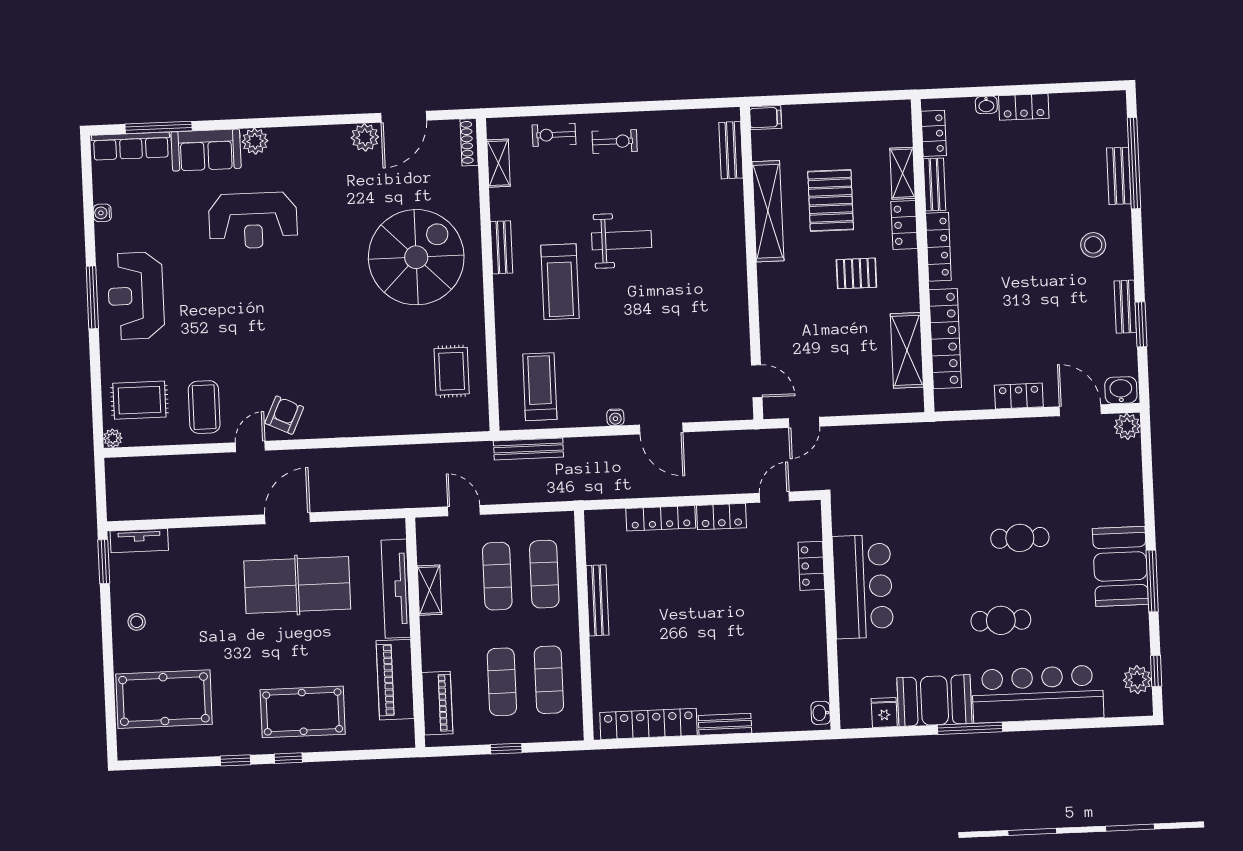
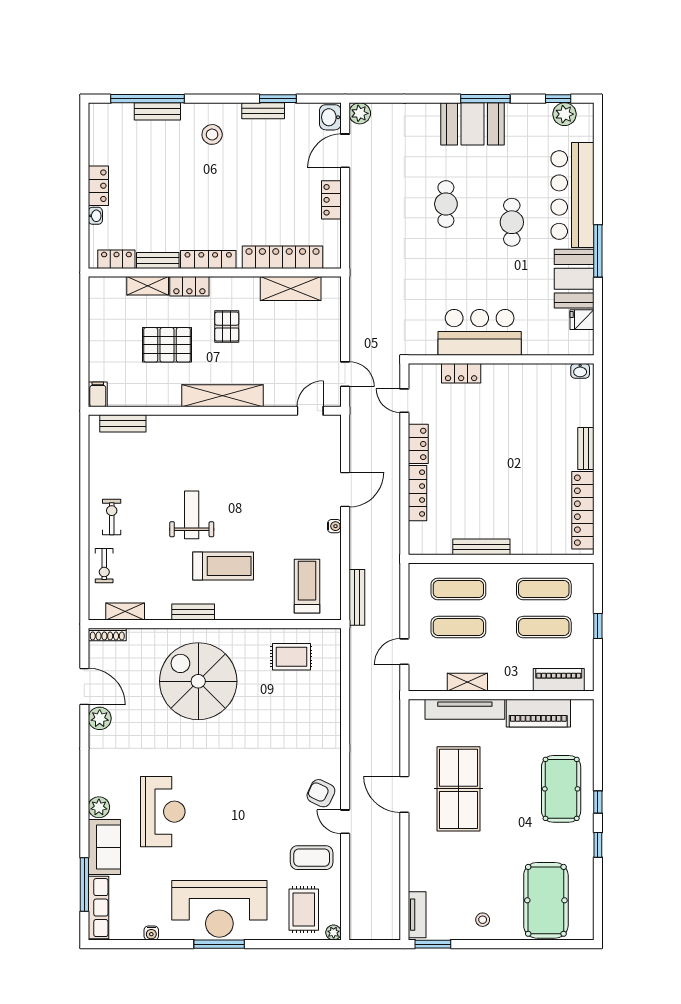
shelving: (768, 211) -> (222, 396), moved
reception desk: (136, 296) -> (219, 909), width x1.36, depth x1.30
treadmill: (540, 387) -> (307, 586), turned 90

